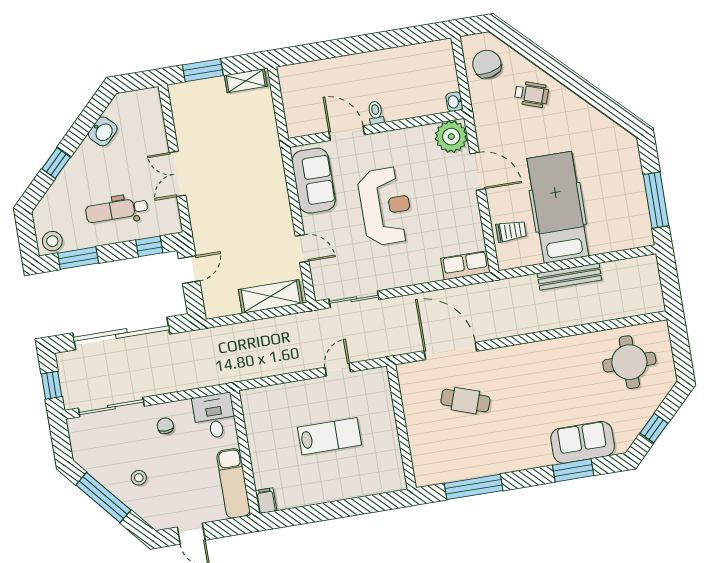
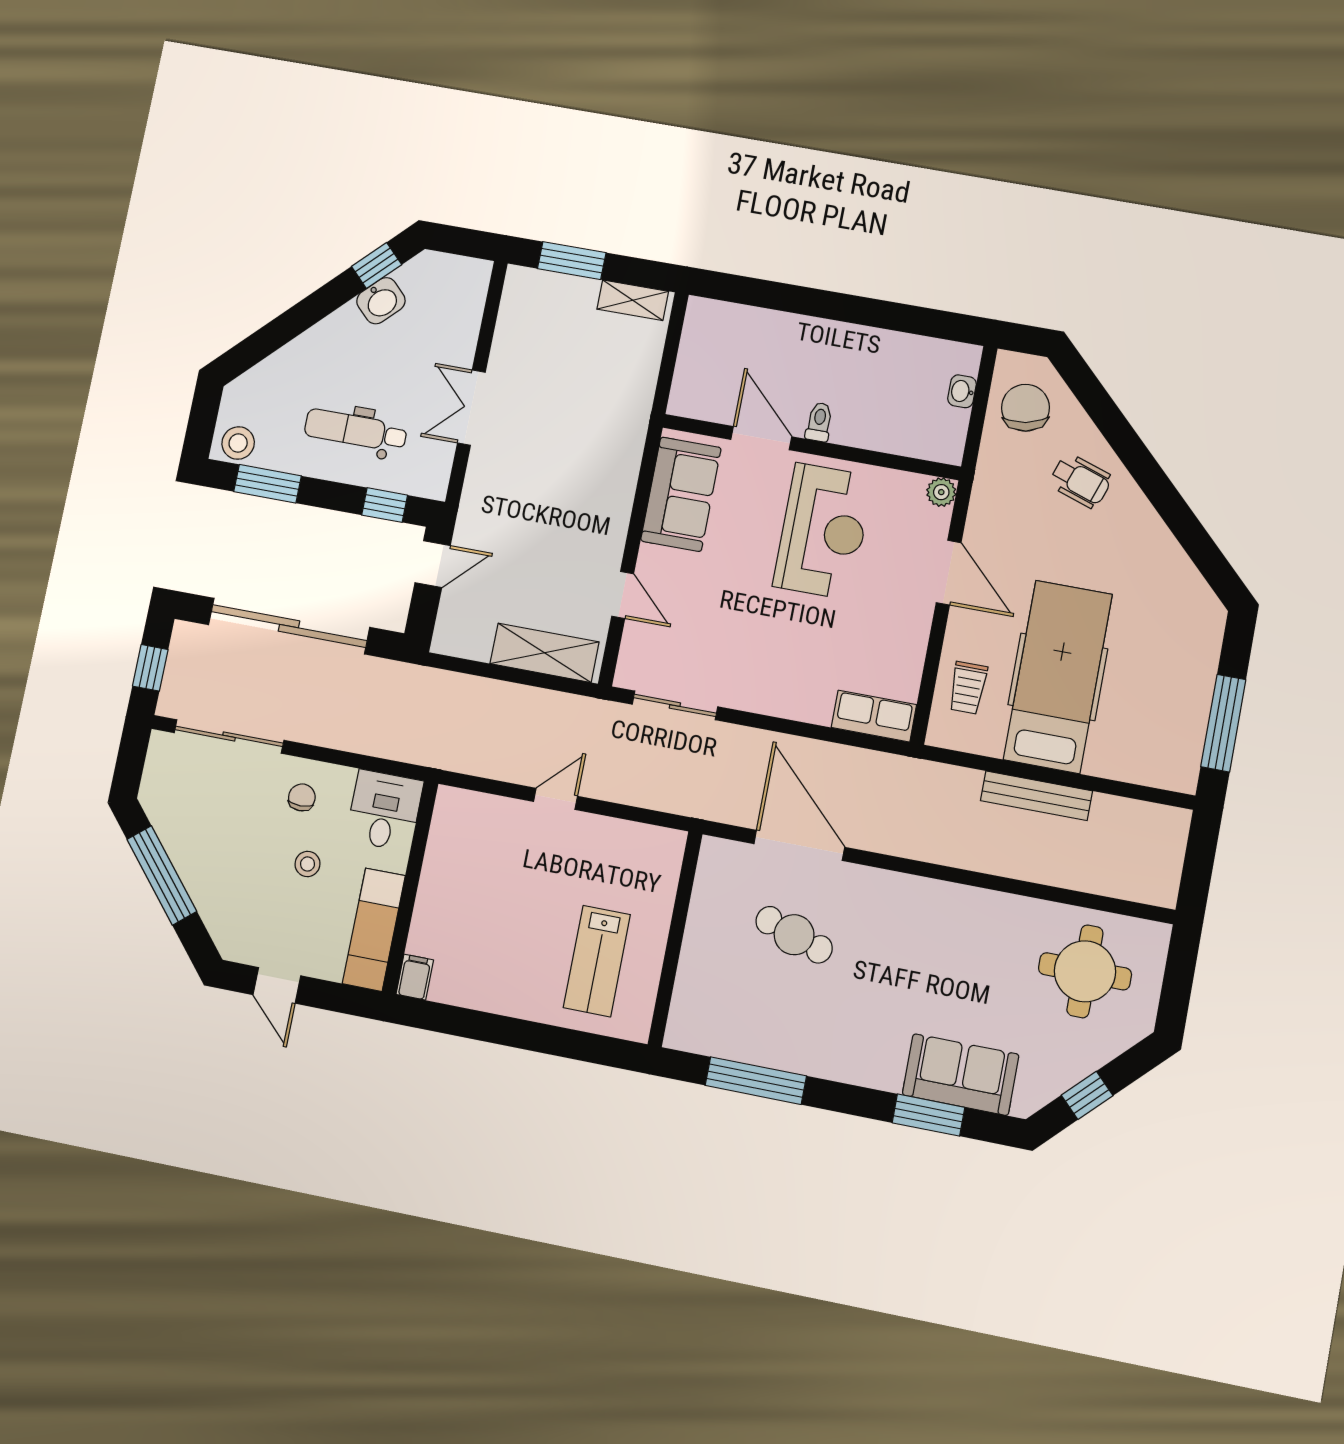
washbasin: (454, 102) -> (962, 391), moved
plant: (451, 137) -> (941, 492), width x0.53, depth x0.53
window: (56, 163) -> (377, 265), moved
reception desk: (386, 206) -> (823, 531), moved
trolley: (511, 231) -> (968, 688), turned 90
door: (338, 370) -> (555, 799), moved
lab bench: (329, 436) -> (597, 961), moved, turned 90
stool: (139, 478) -> (307, 864), moved

